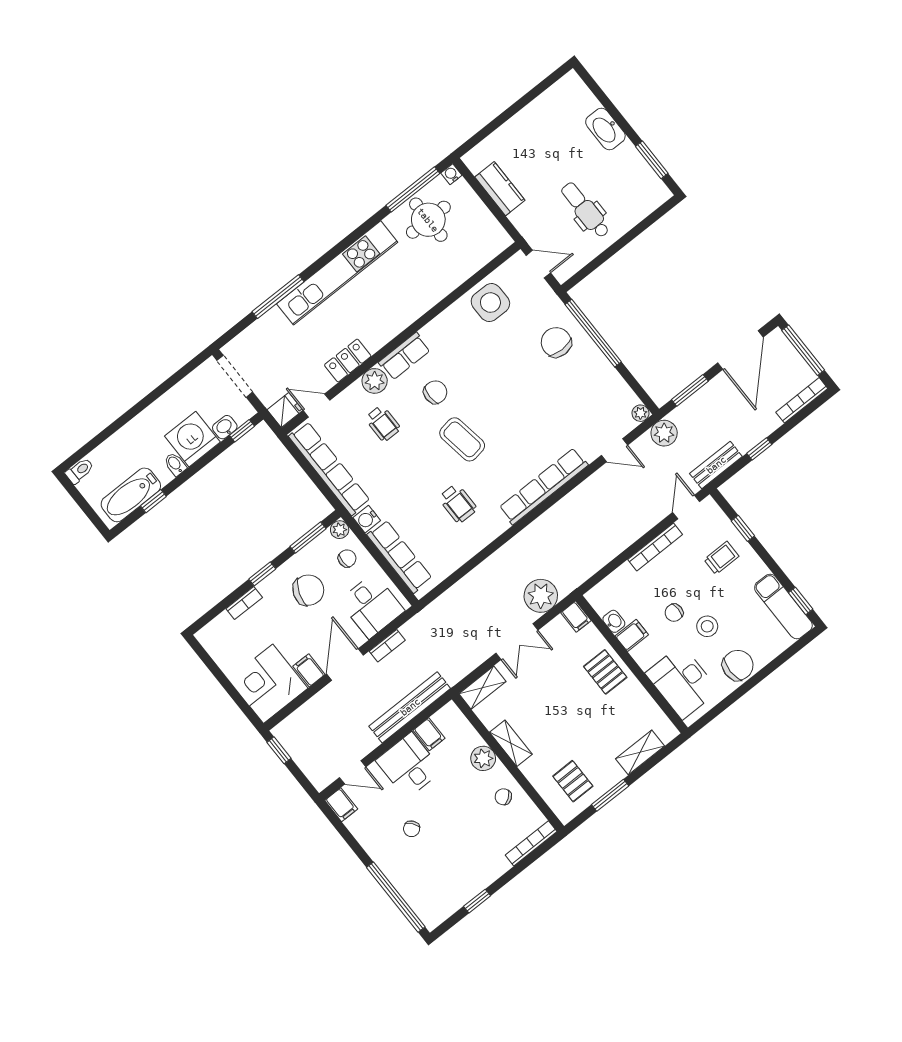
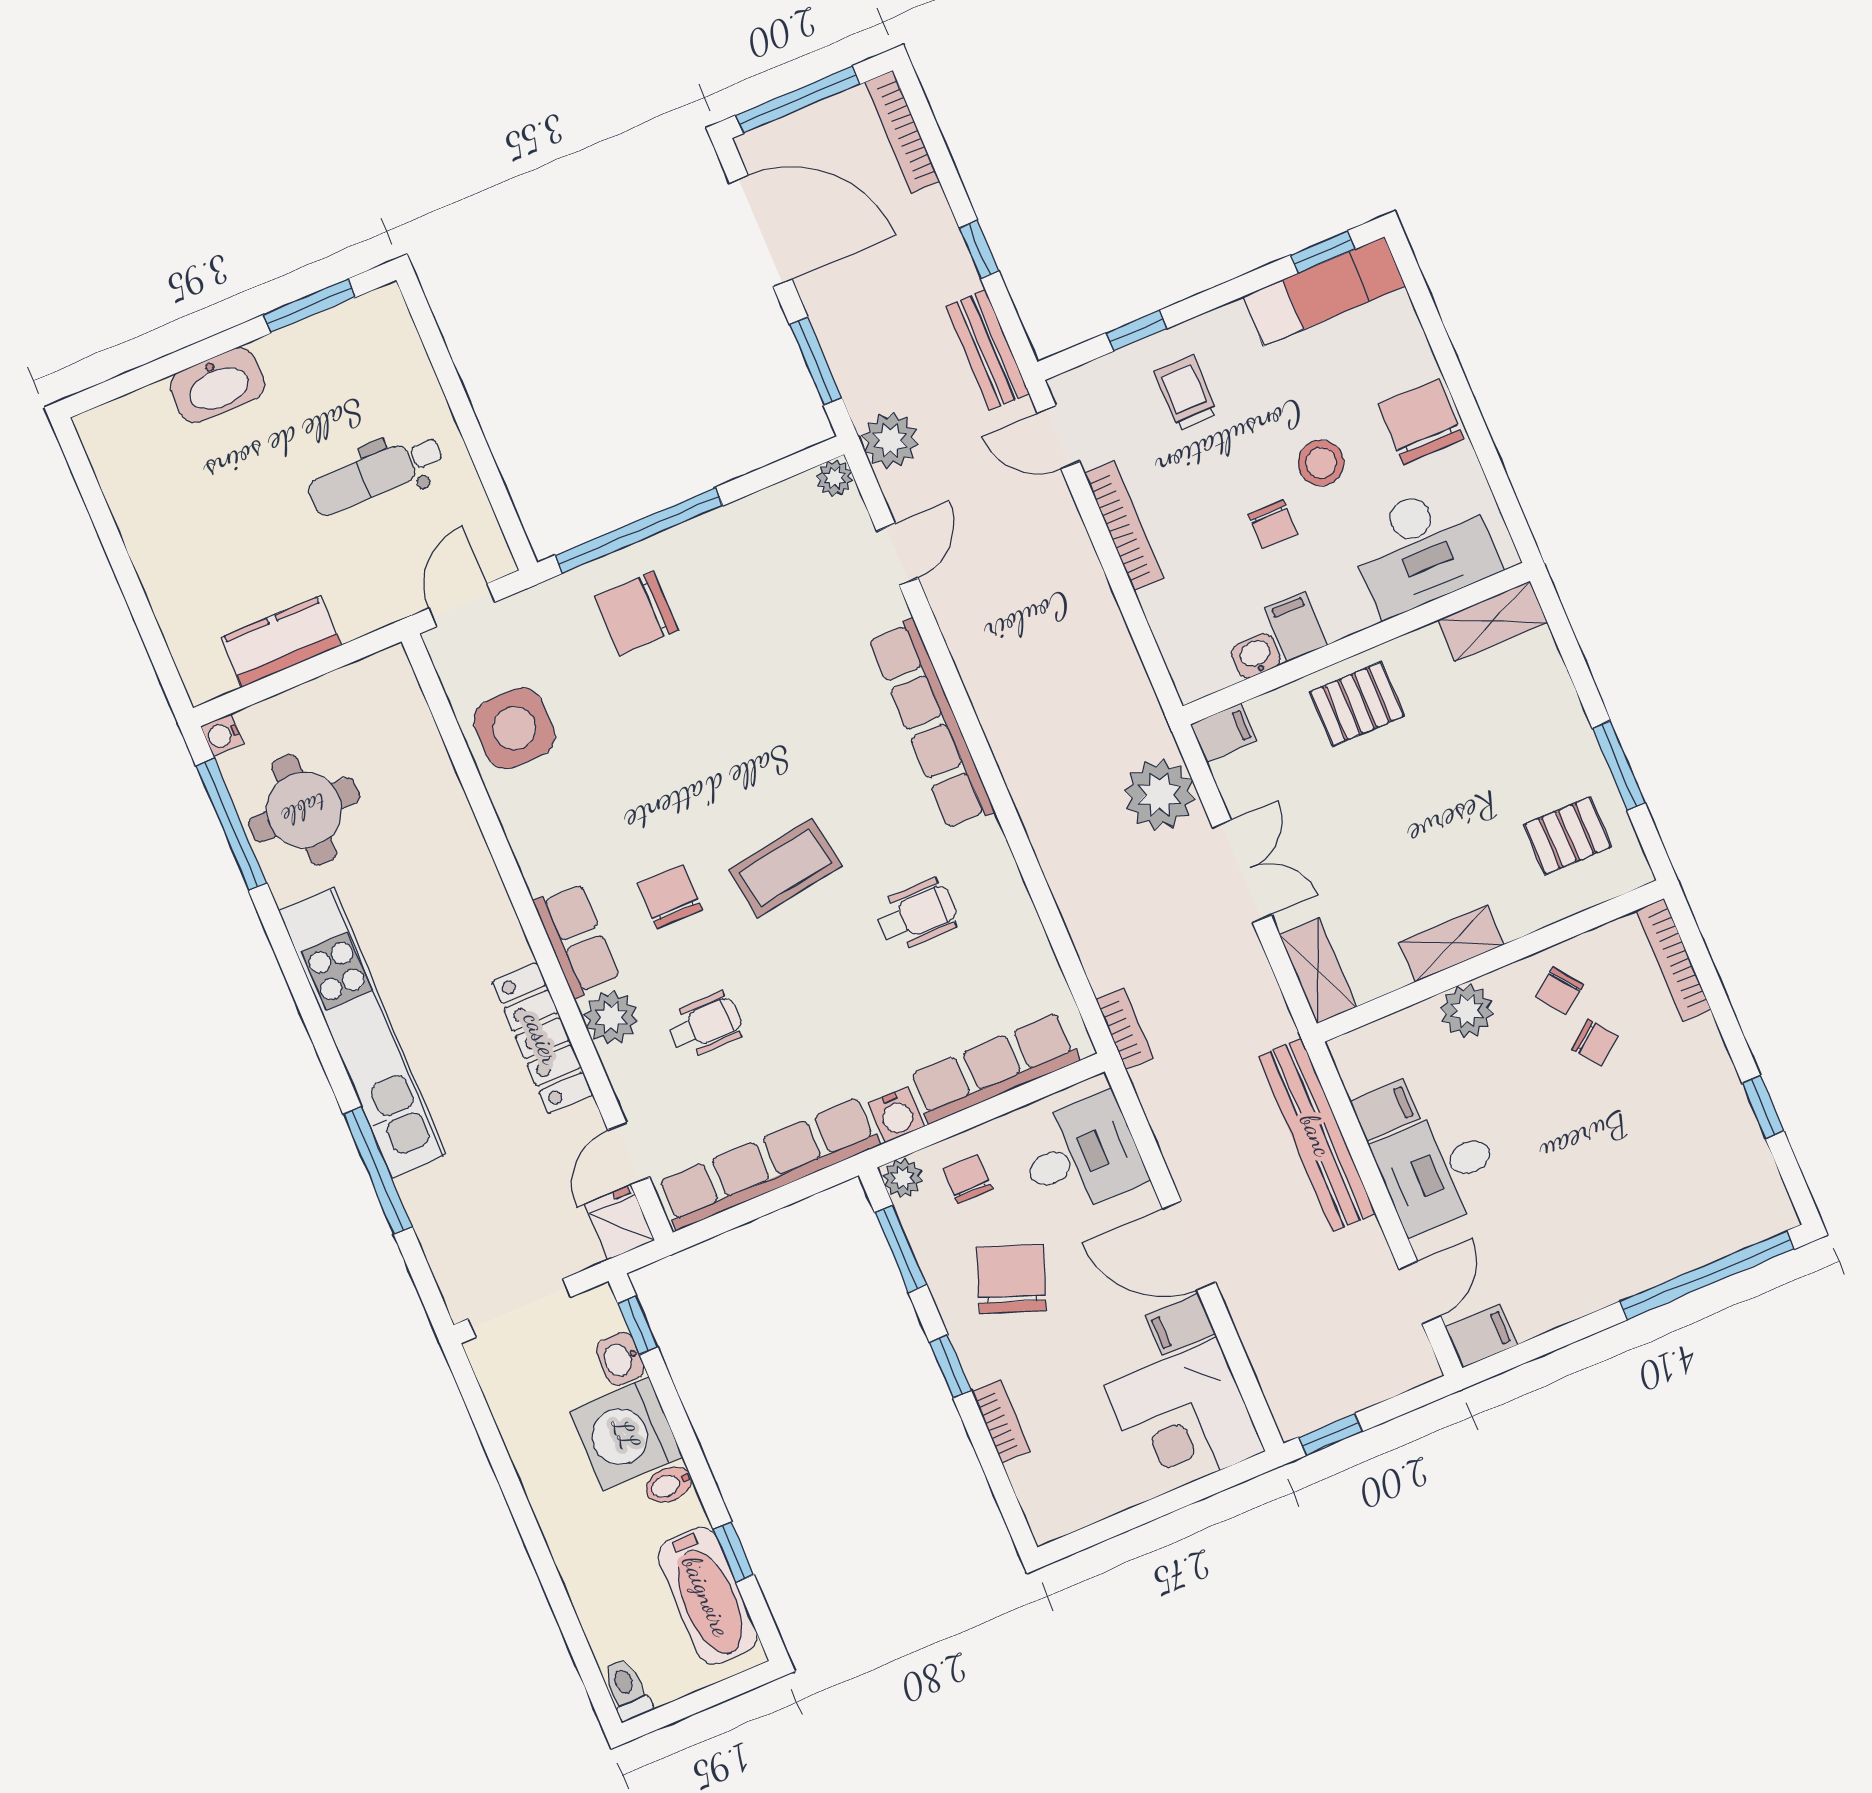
locker: (348, 361) -> (542, 1038), width x1.53
bookcase: (387, 646) -> (1125, 1029), moved
shelving: (640, 752) -> (1492, 621), moved, turned 90
chair: (412, 829) -> (1595, 1043), moved

